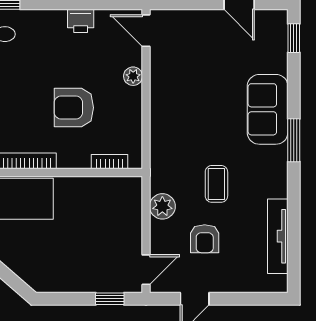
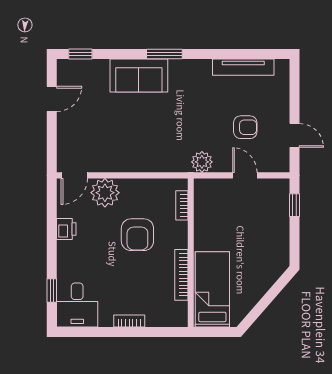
plant: (133, 76) -> (105, 193), width x1.87, depth x1.87
coffee table: (216, 184) -> (200, 118), removed
plant: (162, 206) -> (202, 162), moved
door: (146, 270) -> (245, 175), moved

